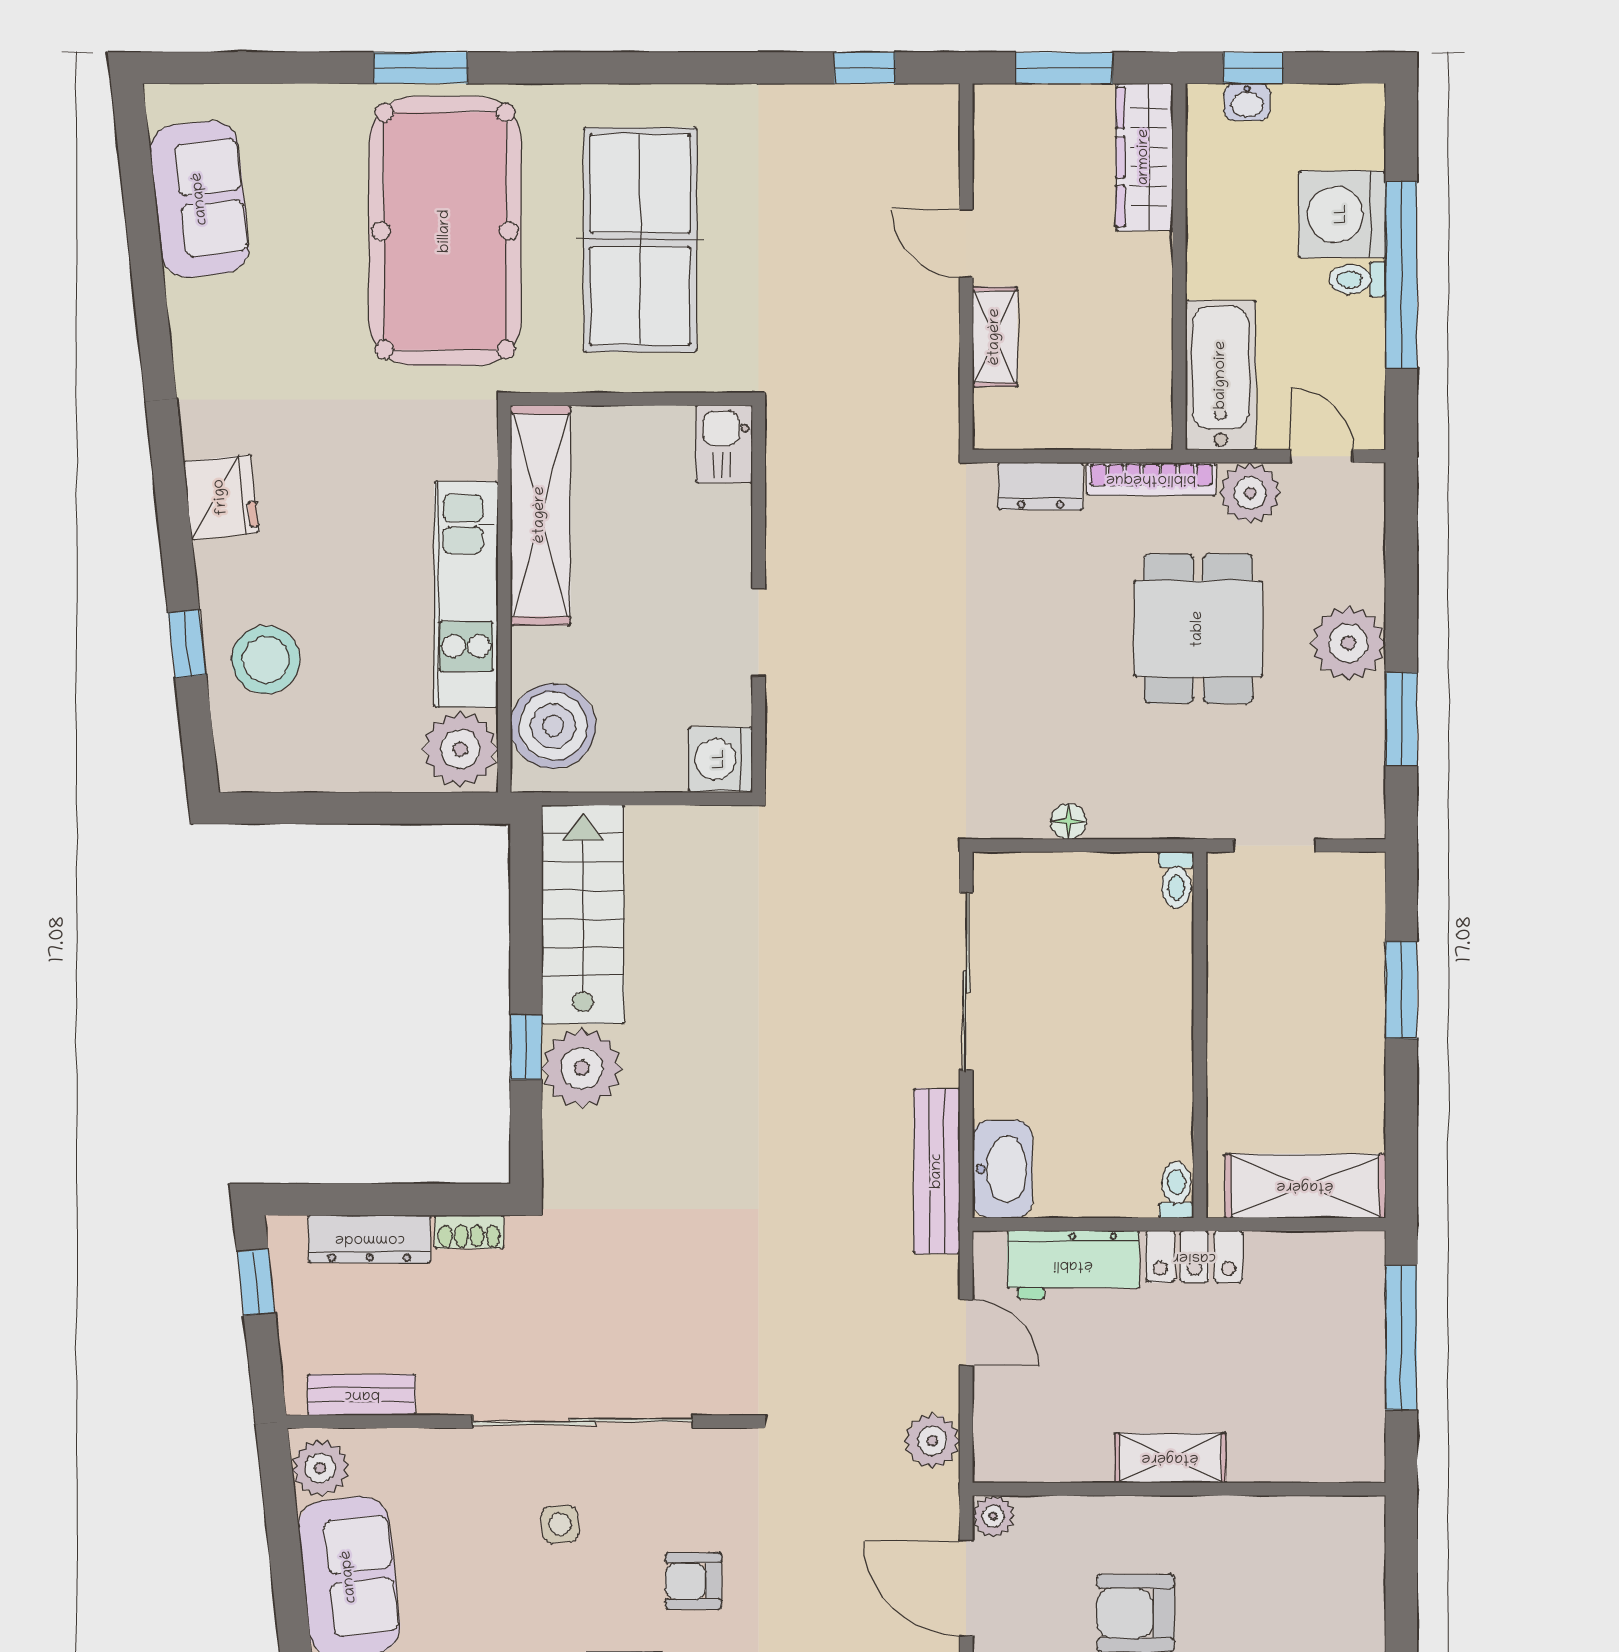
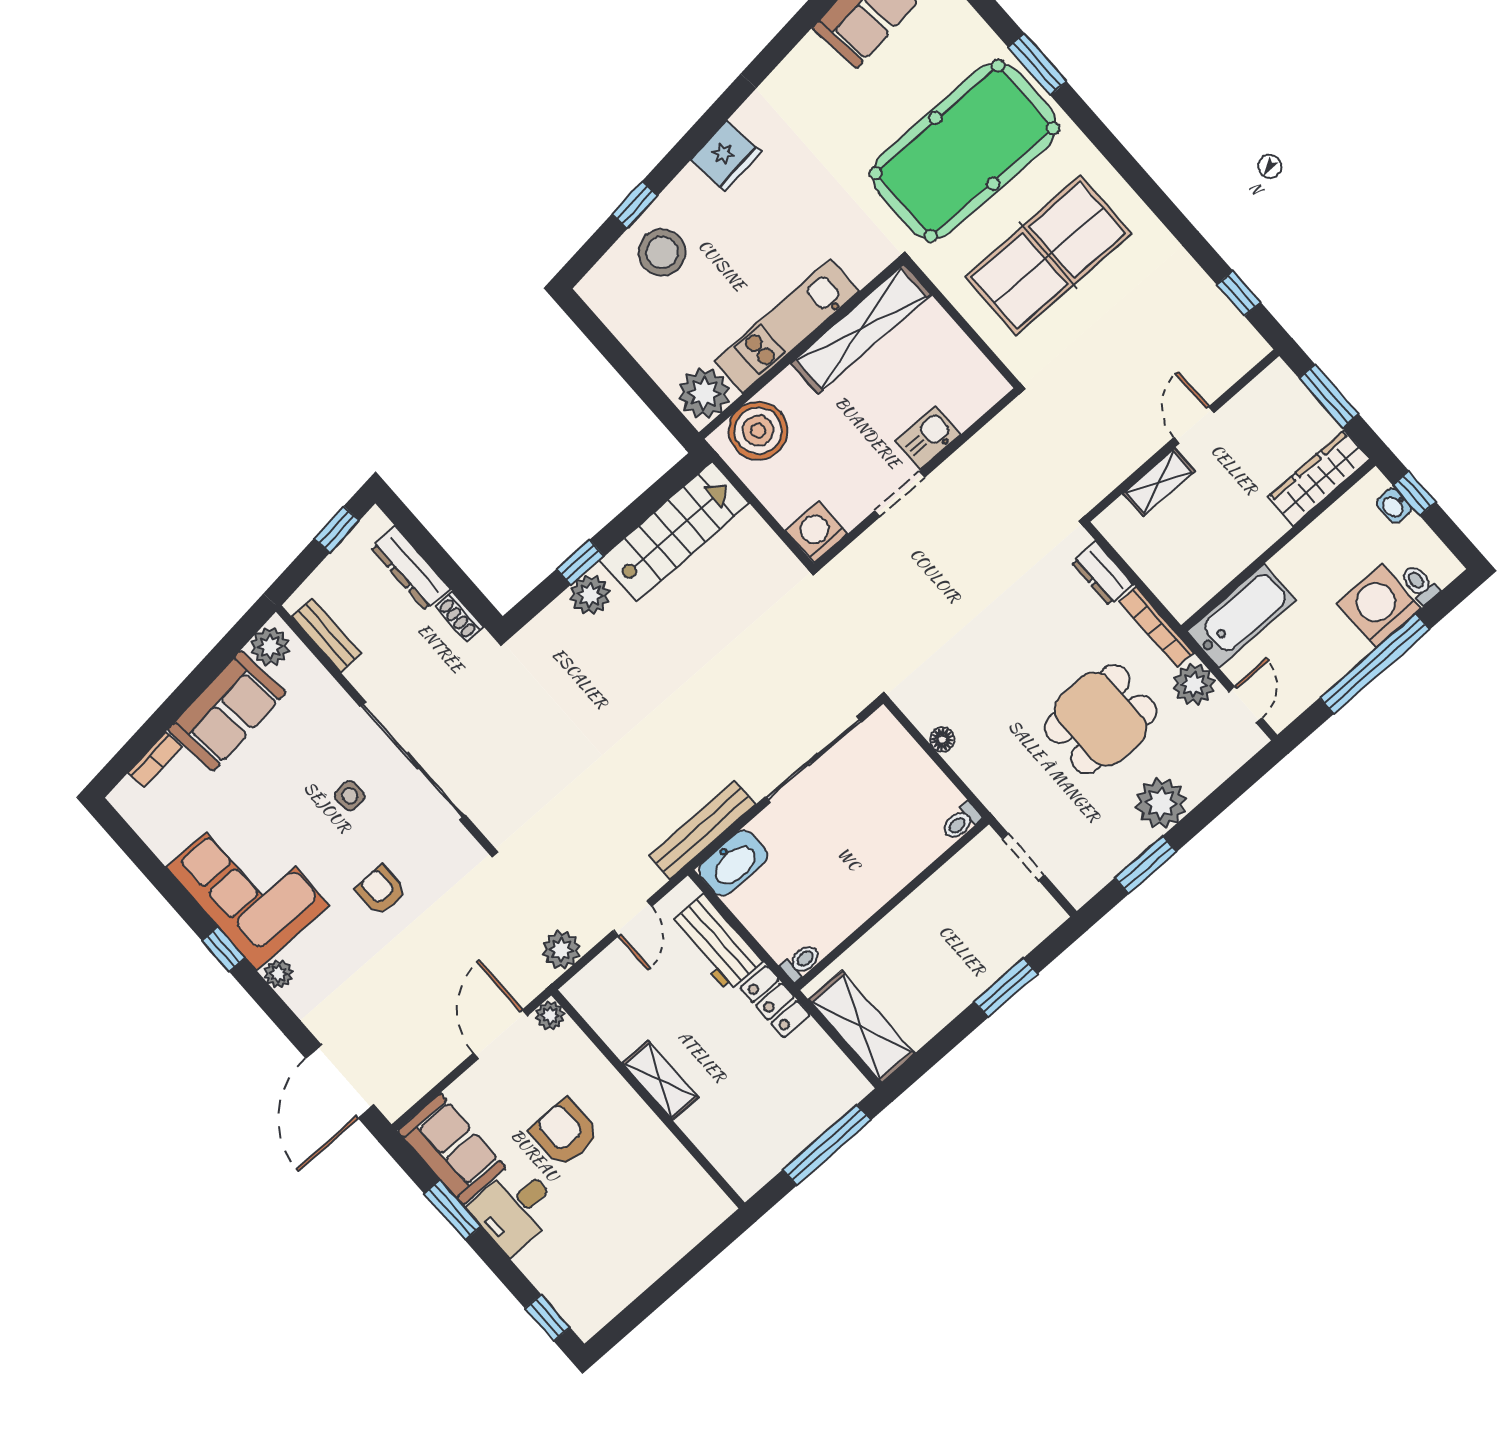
toilet: (1357, 279) -> (1420, 584), moved
kitchen sink: (724, 444) -> (928, 438), moved
plant: (582, 1068) -> (590, 595), width x0.73, depth x0.73

